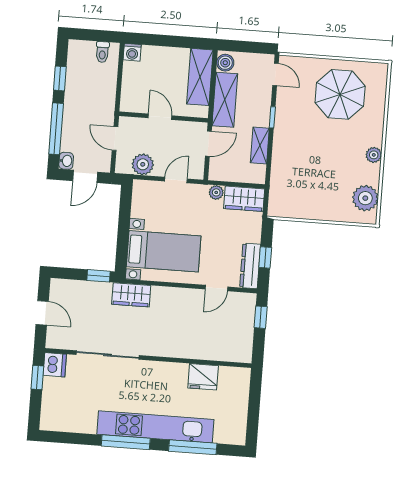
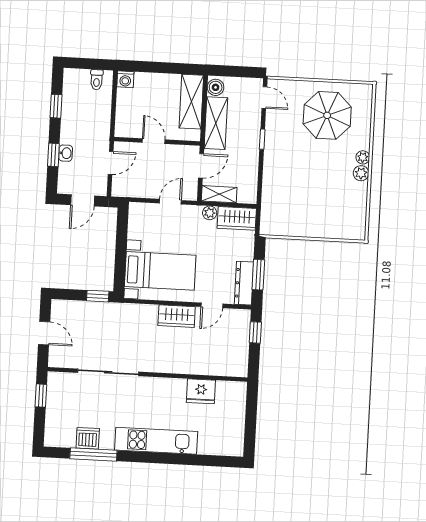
window: (56, 129) -> (53, 155), width x0.46
door: (115, 138) -> (111, 163), swing flipped
shelving: (260, 145) -> (219, 194), moved, turned 90
washbasin: (66, 161) -> (66, 153), moved
plant: (143, 164) -> (138, 187), removed
plant: (365, 198) -> (363, 157), moved, width x0.53, depth x0.53
window: (265, 257) -> (258, 275), width x1.50
wardrobe: (131, 295) -> (177, 316), moved
dishwasher: (55, 365) -> (88, 438), moved, turned -90
kitchen unit: (155, 427) -> (156, 441), width x0.73
window: (126, 442) -> (93, 454), moved
window: (193, 447) -> (193, 460), removed

